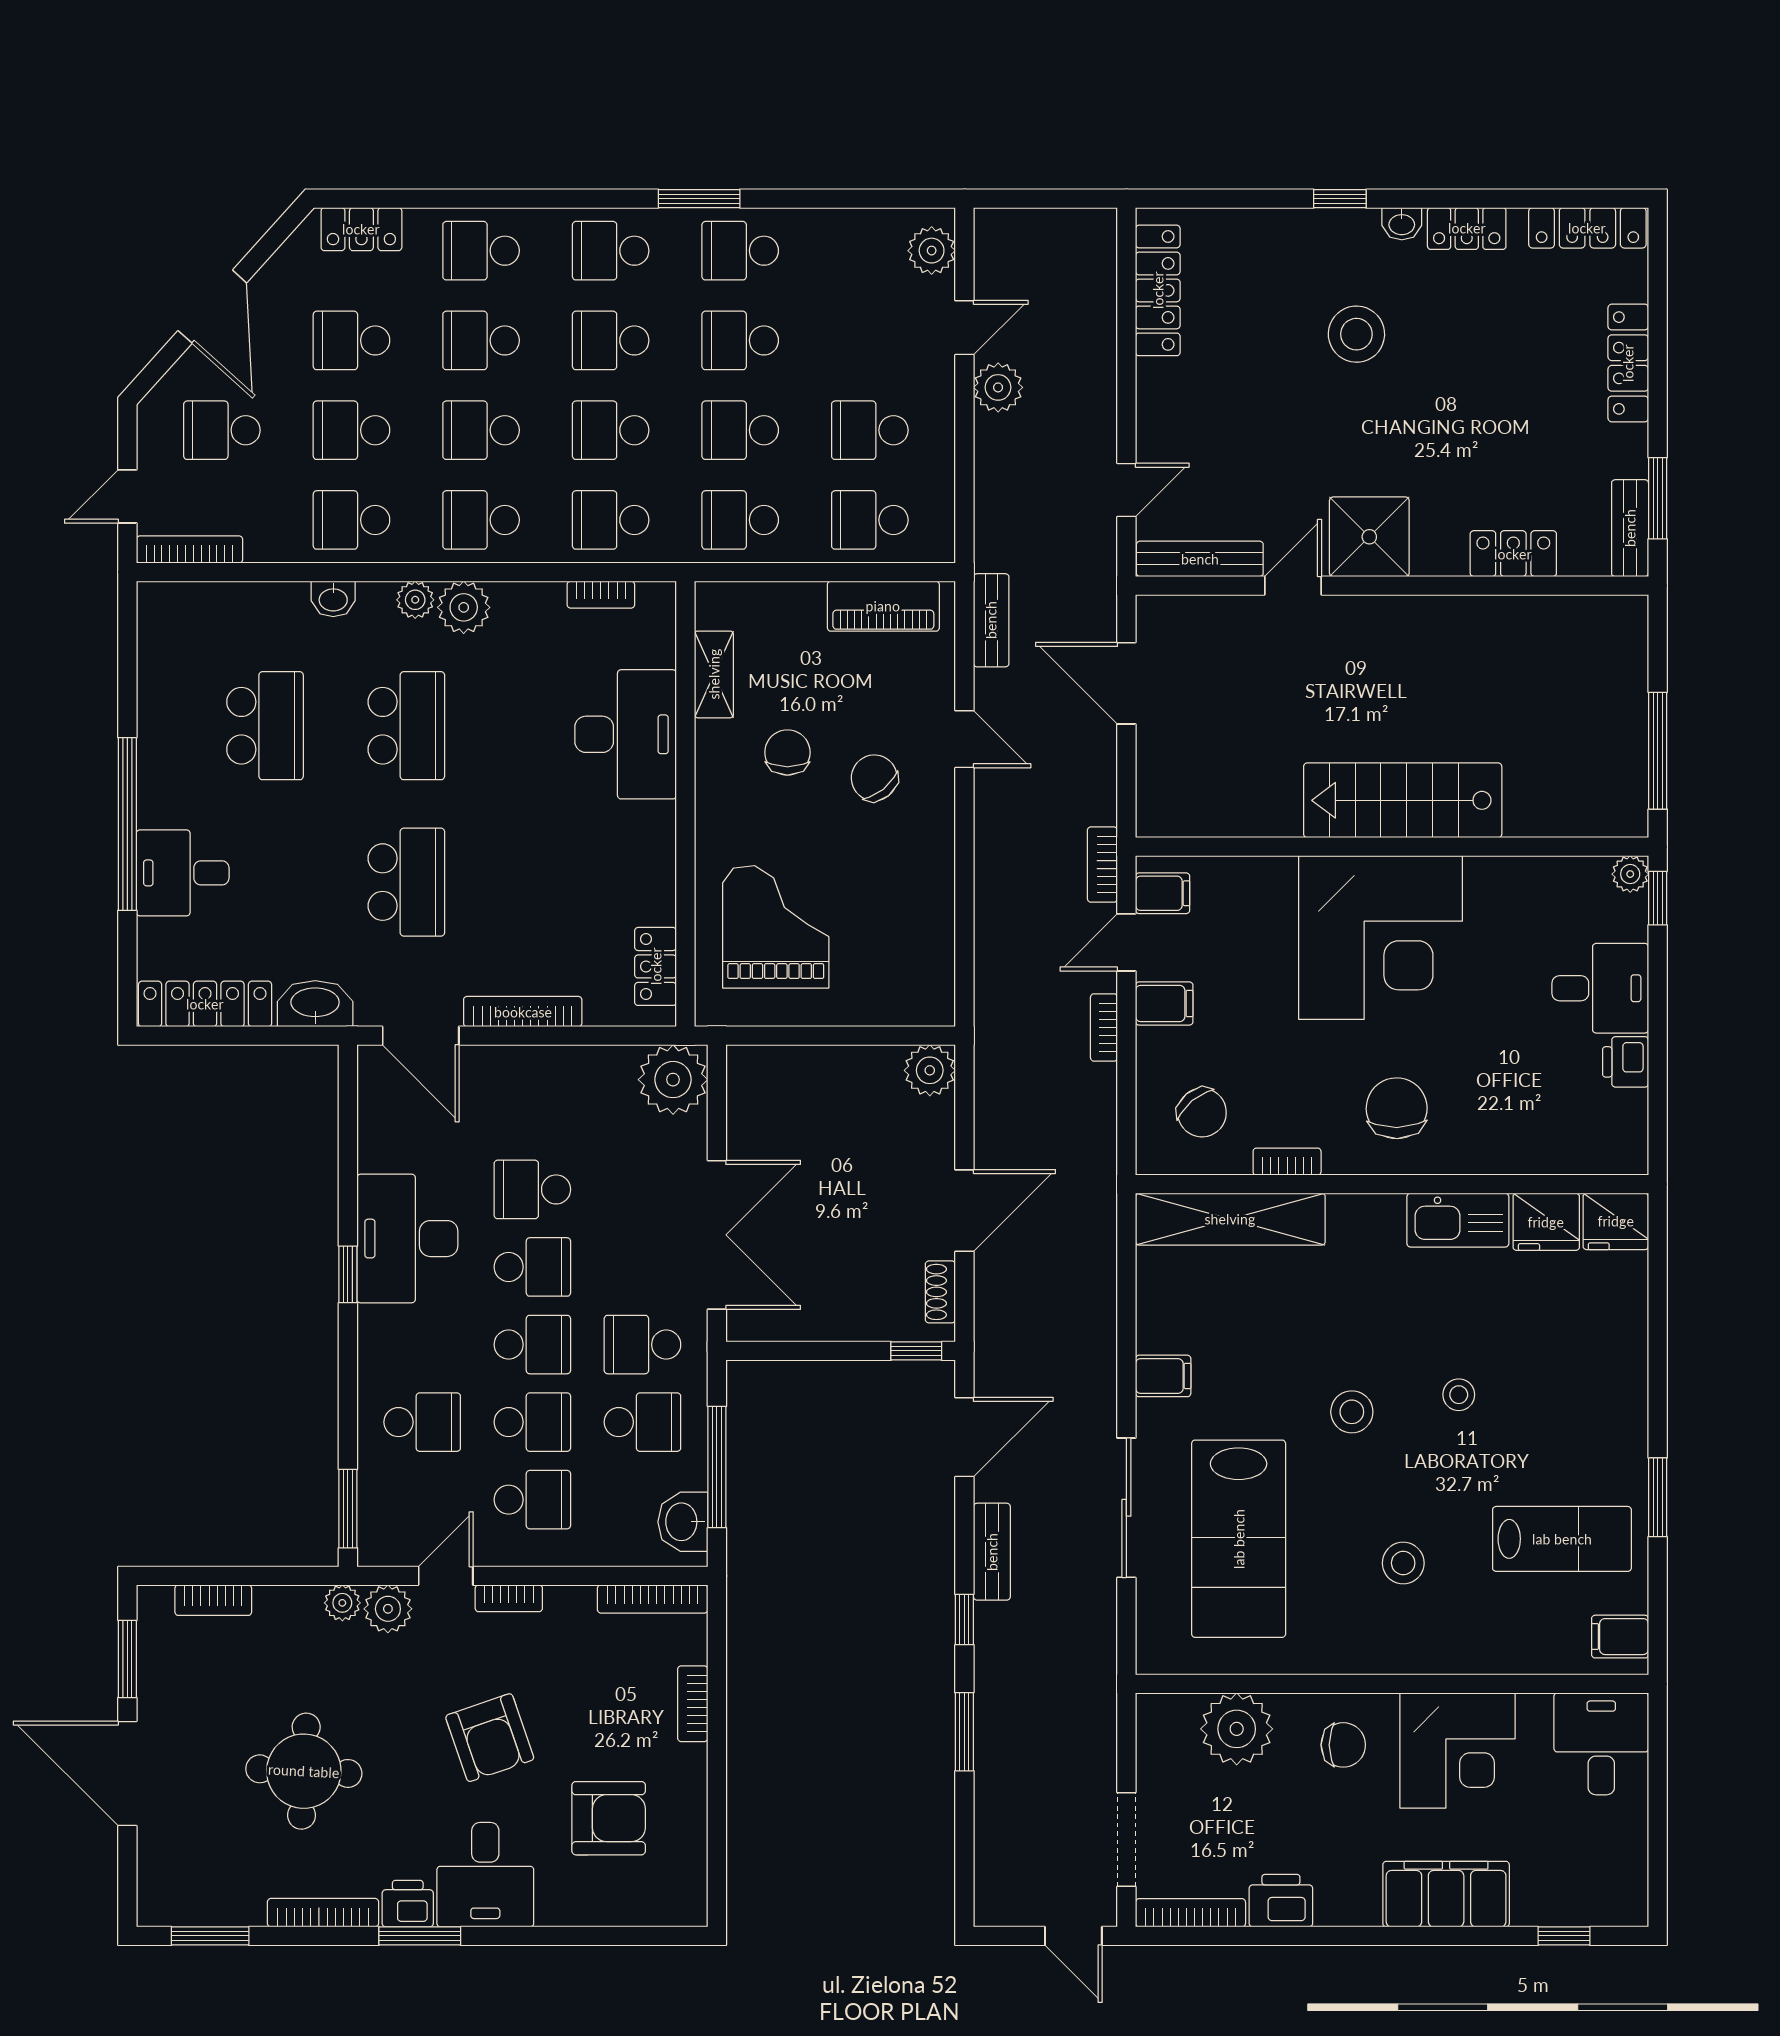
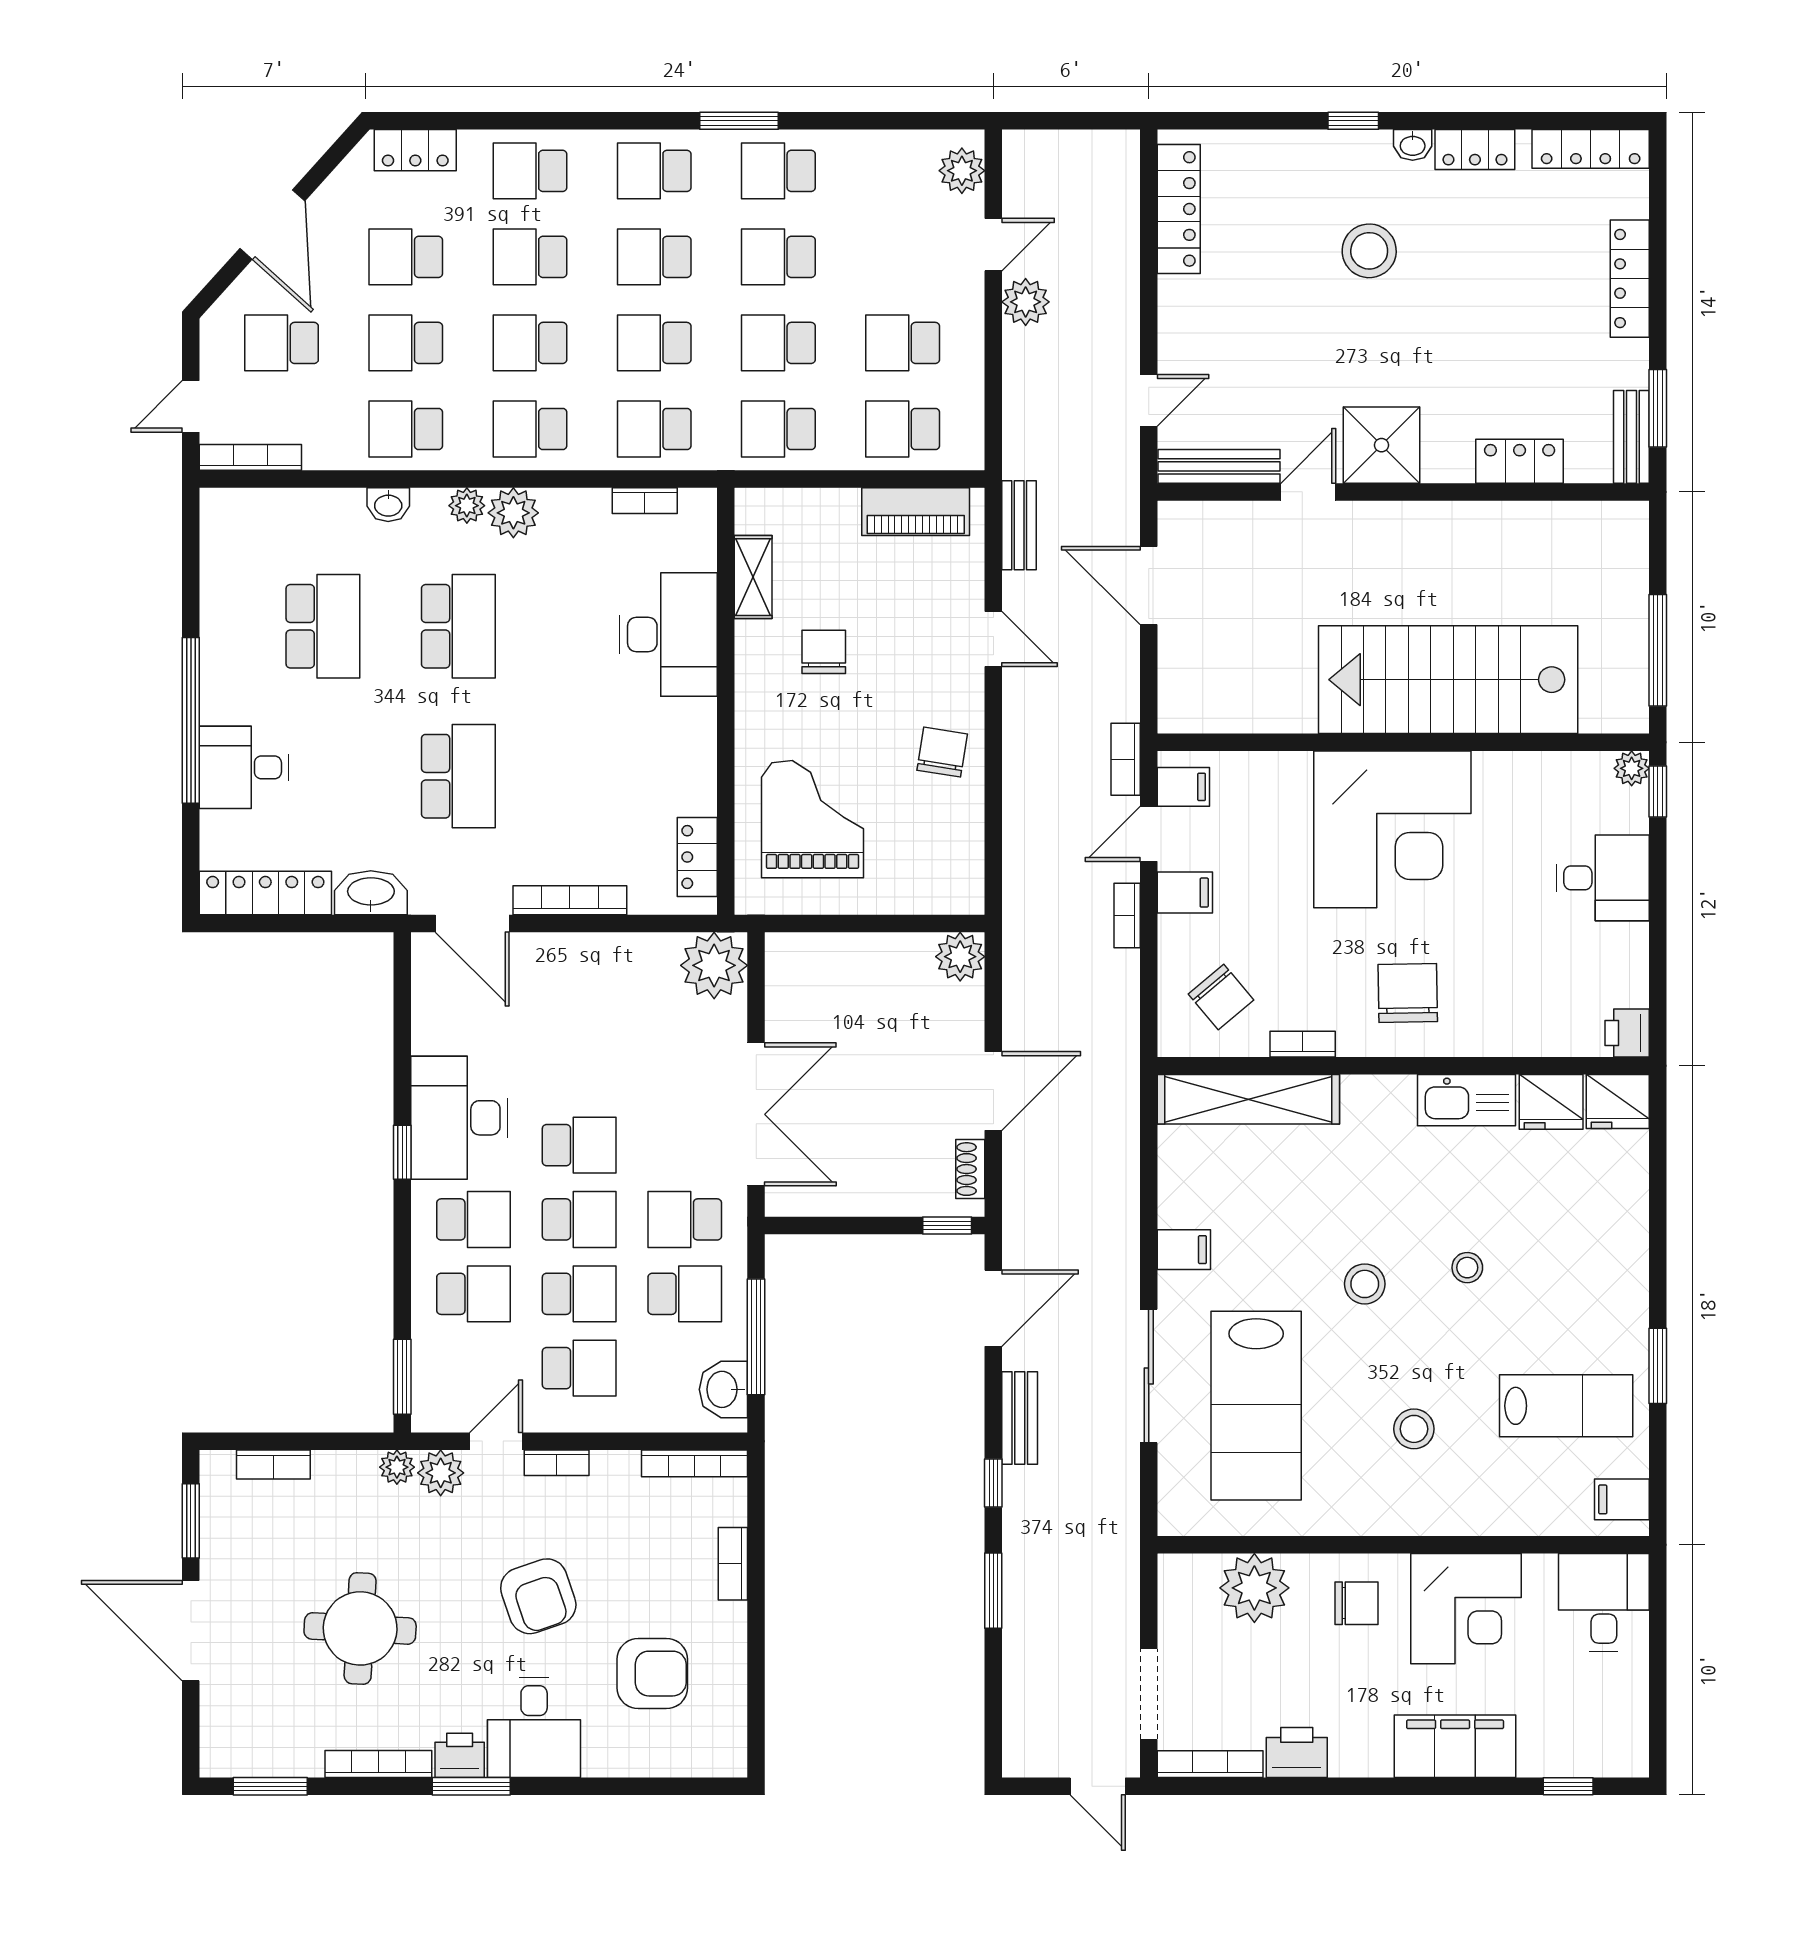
chair: (874, 778) -> (942, 752), moved, turned 48
stairs: (1403, 800) -> (1448, 680), width x1.36, depth x1.51
printer: (1626, 1062) -> (1627, 1033), moved
school desk: (532, 1189) -> (474, 1219), moved, turned 180

